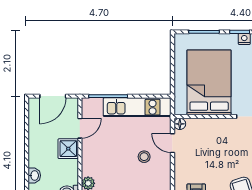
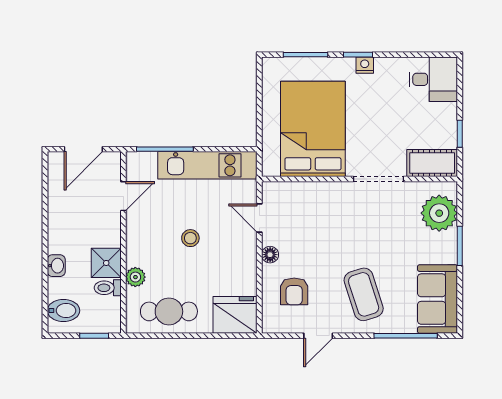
floor lamp: (180, 124) -> (270, 255), moved
shower: (68, 149) -> (106, 263), moved
stool: (144, 157) -> (190, 238), moved

